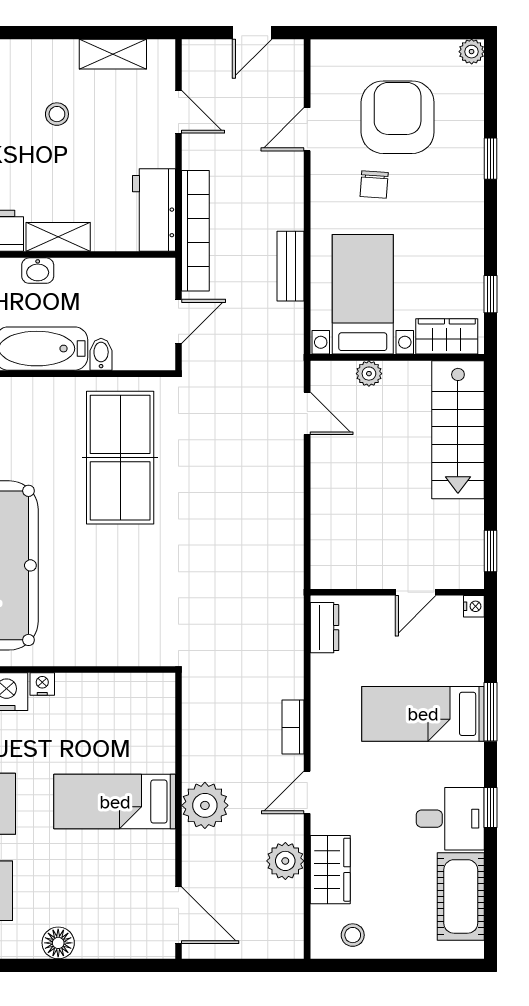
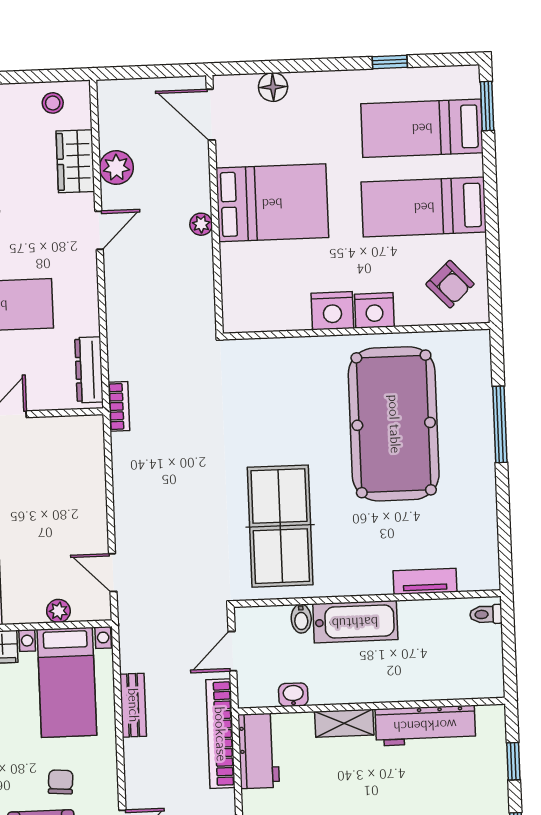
washbasin: (38, 271) -> (293, 695), moved
dresser: (325, 628) -> (89, 370), width x1.44
nightstand: (42, 684) -> (332, 311), width x1.89, depth x1.79
bookcase: (293, 727) -> (119, 406), moved
bed: (115, 802) -> (272, 203), width x1.50
plant: (205, 805) -> (201, 224), width x0.53, depth x0.53
floor lamp: (58, 943) -> (273, 87), moved

